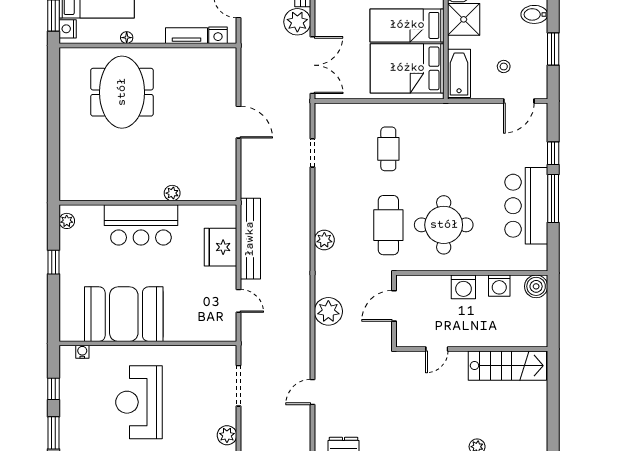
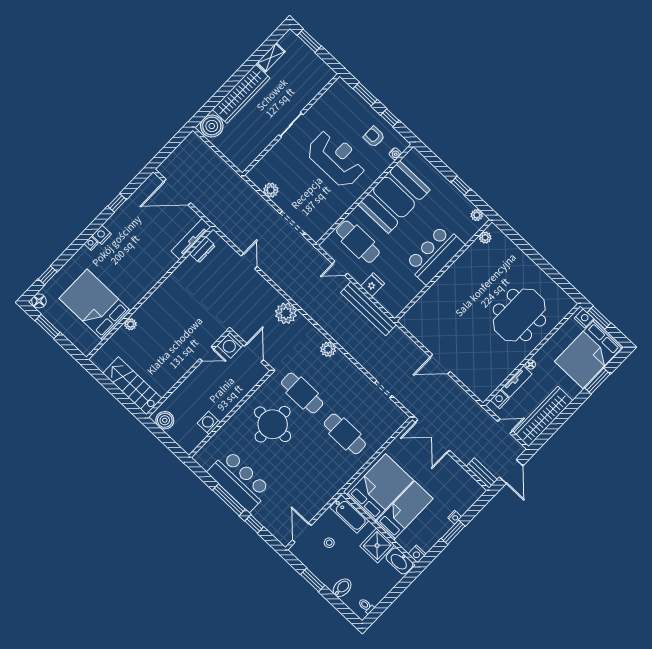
plant: (297, 22) -> (465, 451), removed
floor lamp: (127, 38) -> (531, 364), moved
meeting table: (122, 92) -> (519, 315), turned 90
cafe table: (388, 149) -> (345, 434), width x1.37, depth x1.35
plant: (172, 193) -> (485, 238), moved
fridge: (221, 247) -> (373, 285), width x0.53, depth x0.75
boiler: (536, 286) -> (165, 420), moved
washing machine: (463, 287) -> (230, 345), moved, turned -90
cafe table: (197, 308) -> (358, 242), added
door: (437, 349) -> (207, 354), swing flipped
stairs: (507, 366) -> (132, 386), moved, turned 90
armchair: (85, 387) -> (374, 137), added

